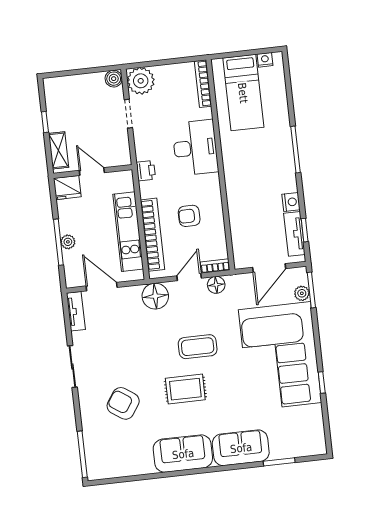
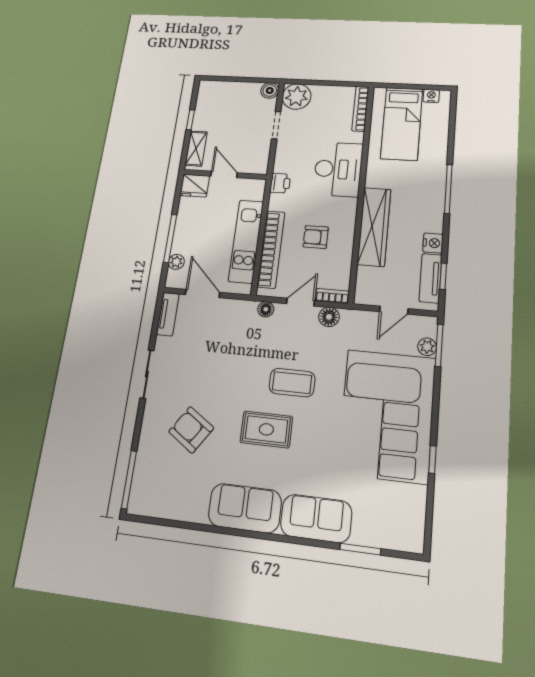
wardrobe: (238, 197) -> (374, 227), added
plant: (68, 242) -> (176, 262), moved
door: (269, 268) -> (394, 310), width x0.73
floor lamp: (155, 296) -> (266, 309), width x0.53, depth x0.53

